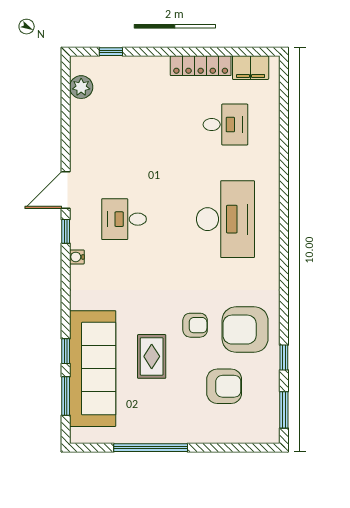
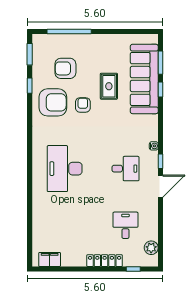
locker: (201, 66) -> (105, 261), moved
desk: (225, 125) -> (125, 225), moved, turned 90
armchair: (195, 325) -> (83, 105), turned 90
window: (151, 448) -> (69, 32), moved

